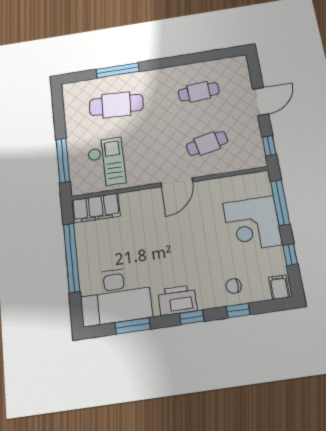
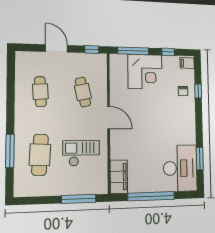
checkout: (106, 162) -> (81, 153), moved
printer: (177, 300) -> (188, 128), removed
window: (192, 317) -> (199, 120), removed

